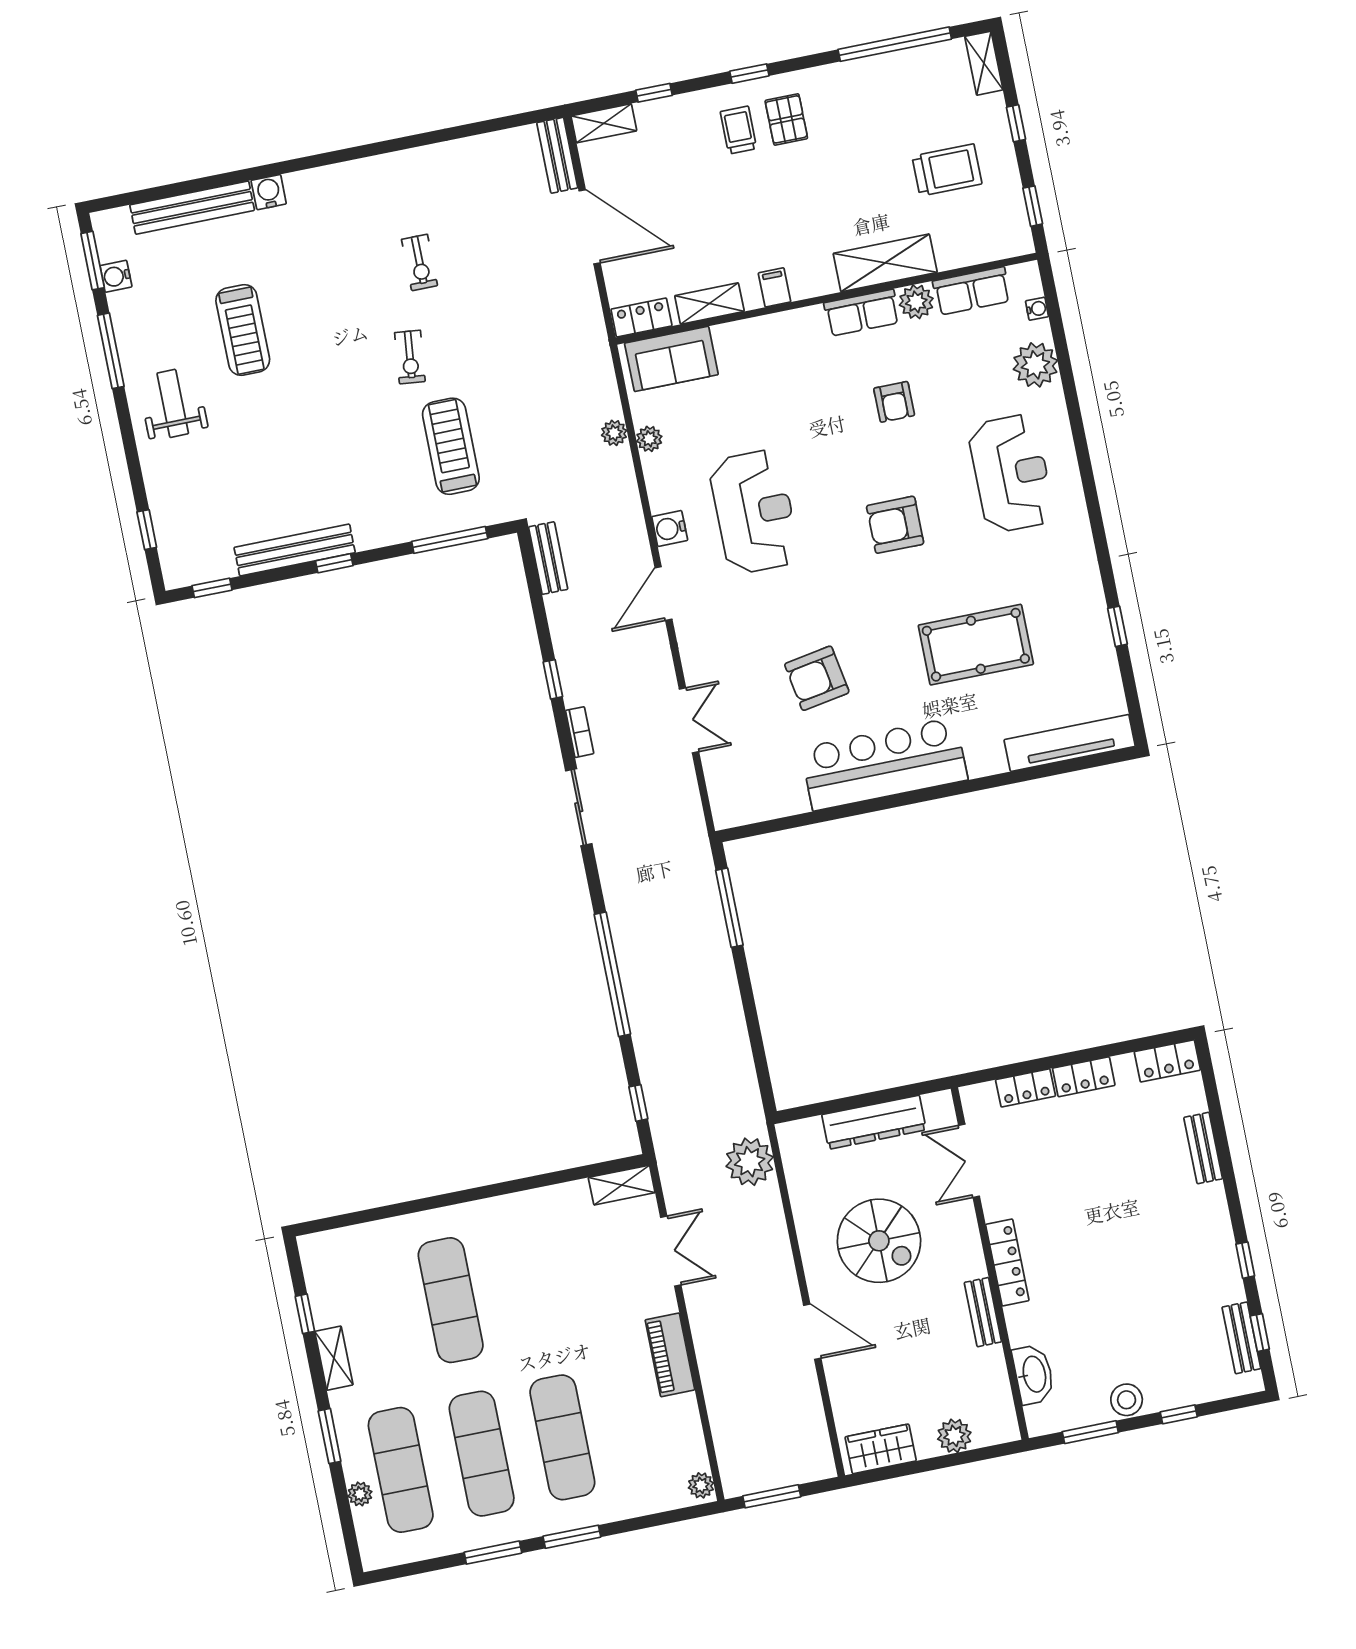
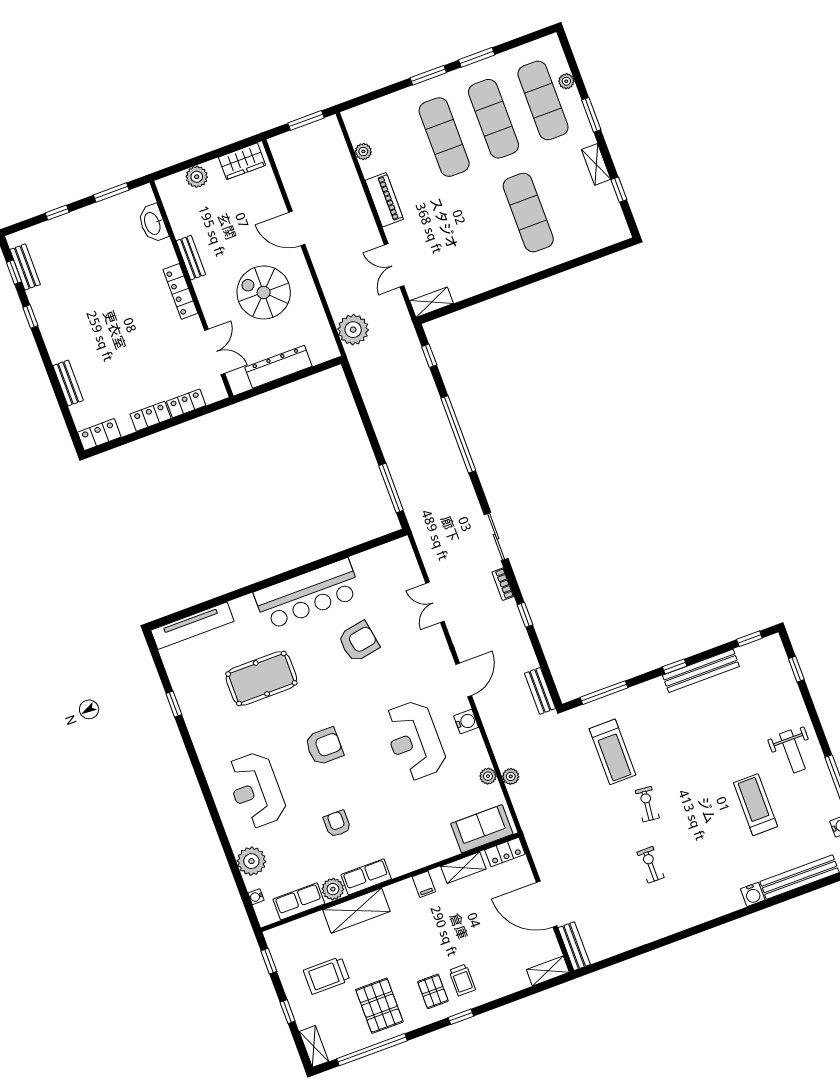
window: (654, 93) -> (519, 995), removed
pallet: (873, 110) -> (379, 1006), added
stool: (1127, 1400) -> (92, 217), removed
plant: (701, 1485) -> (363, 151), moved

